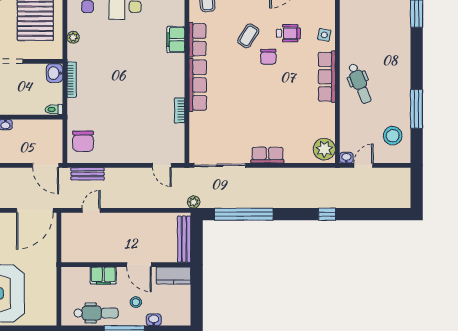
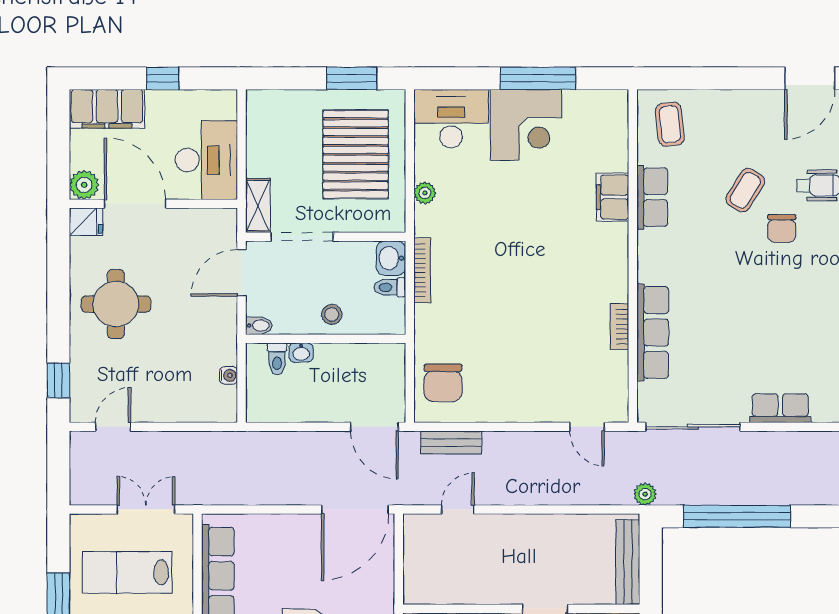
row of seats: (198, 85) -> (653, 332), moved
stool: (22, 104) -> (332, 314), added
toilet: (54, 110) -> (390, 287), moved

